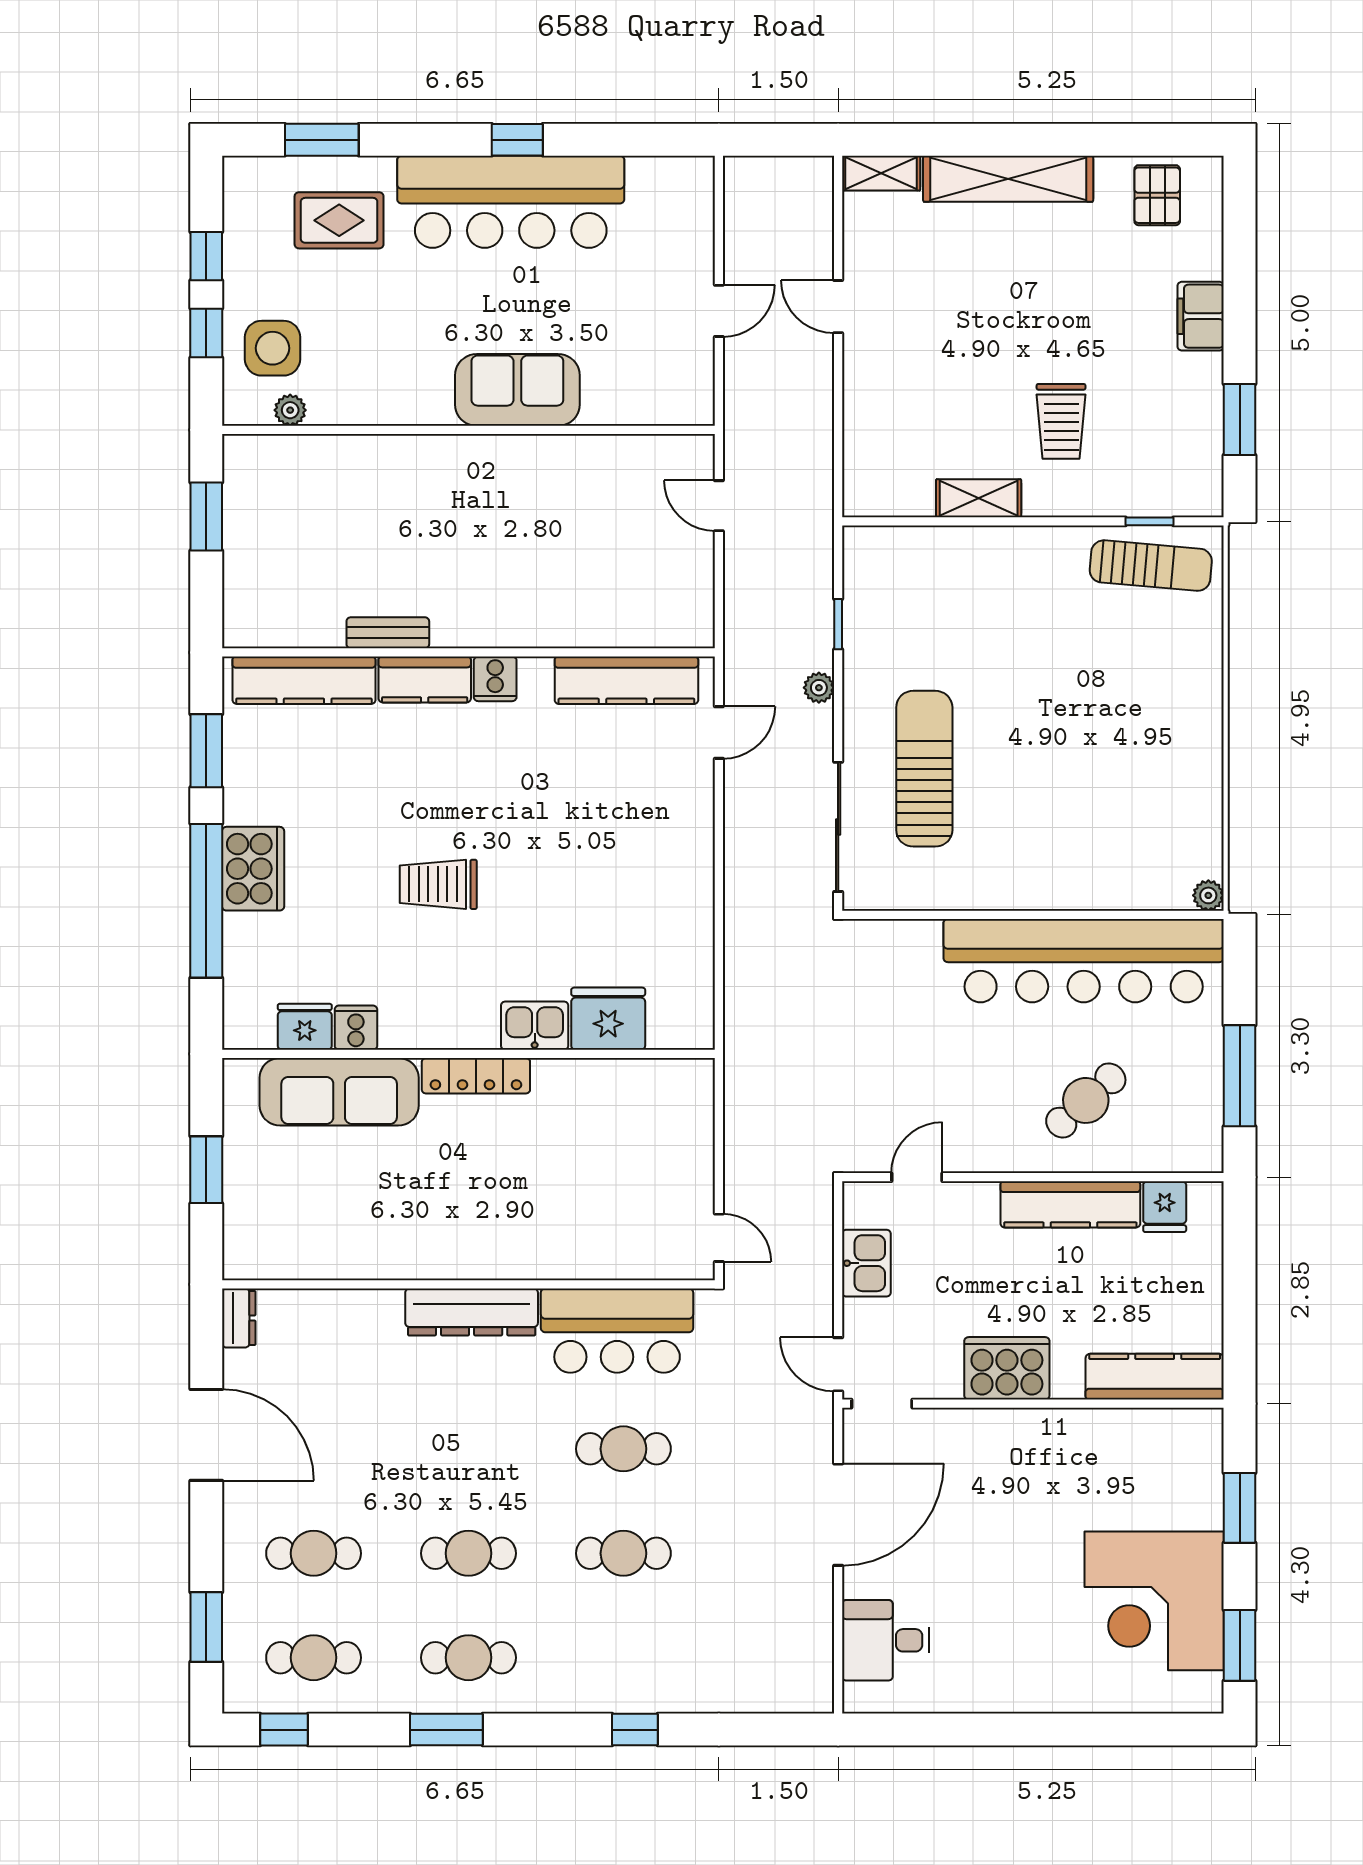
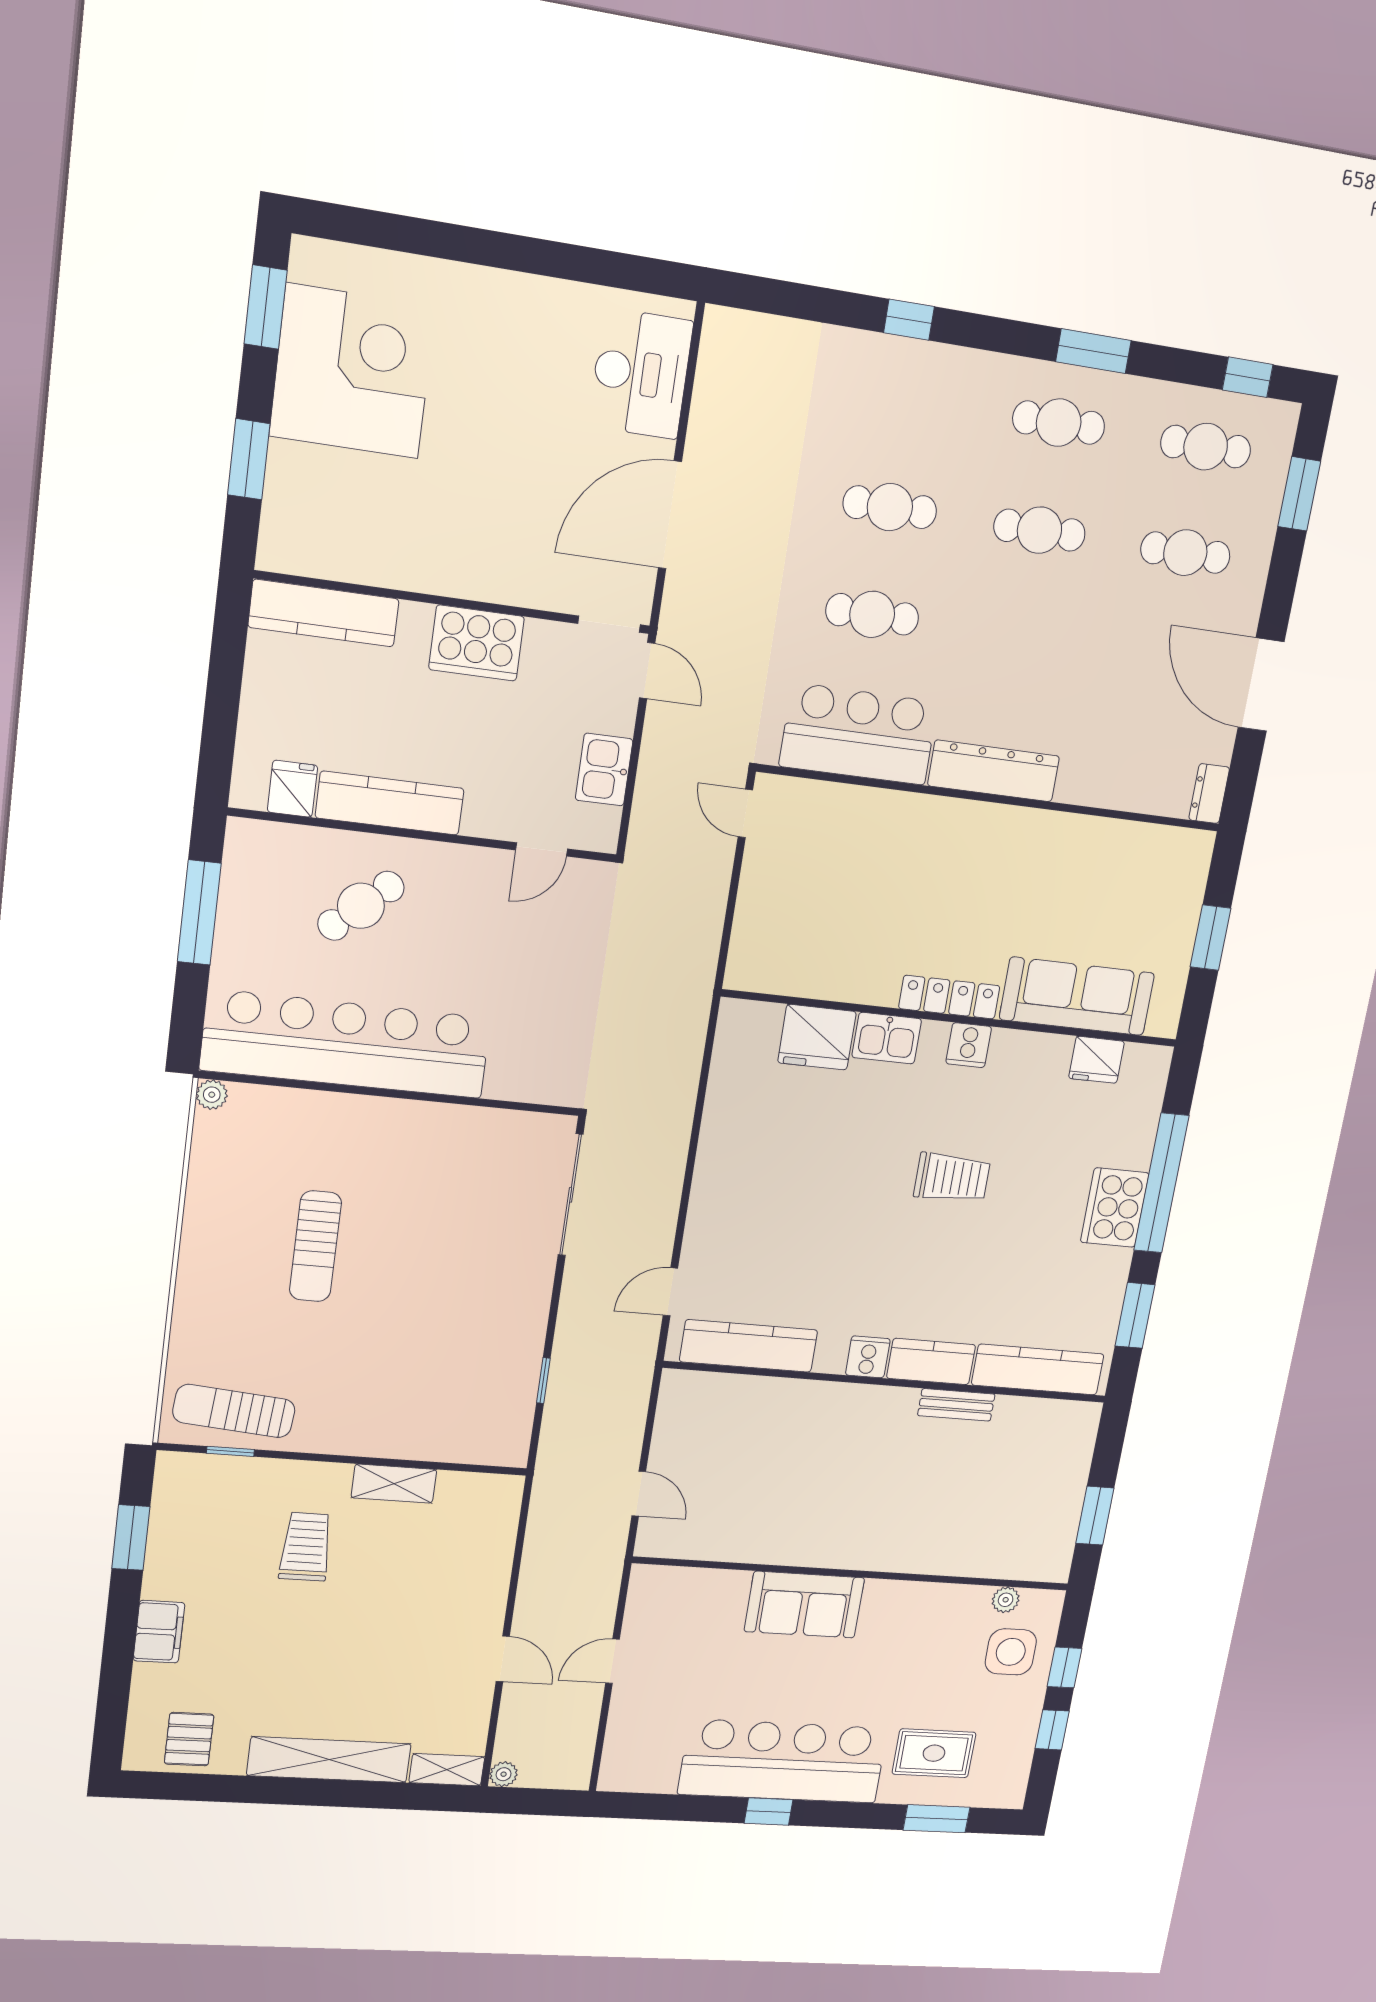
plant: (819, 688) -> (504, 1774), moved
sun lounger: (924, 769) -> (315, 1246), moved, width x0.73, depth x0.75
cooker: (356, 1028) -> (969, 1045), moved
desk: (886, 1640) -> (641, 374), width x1.37

